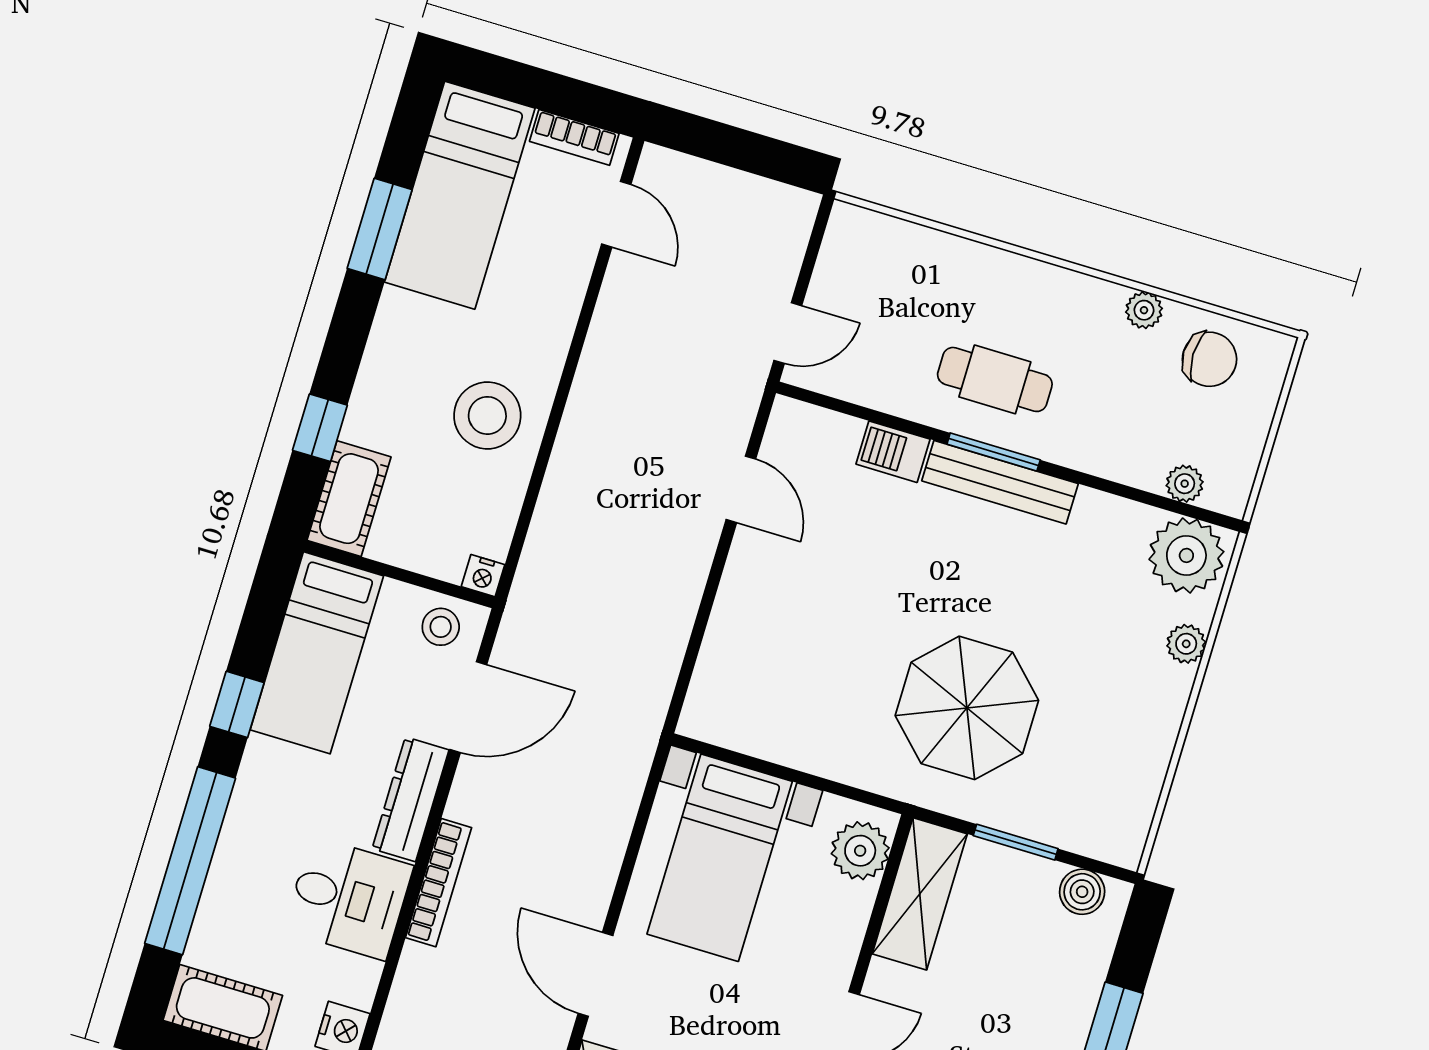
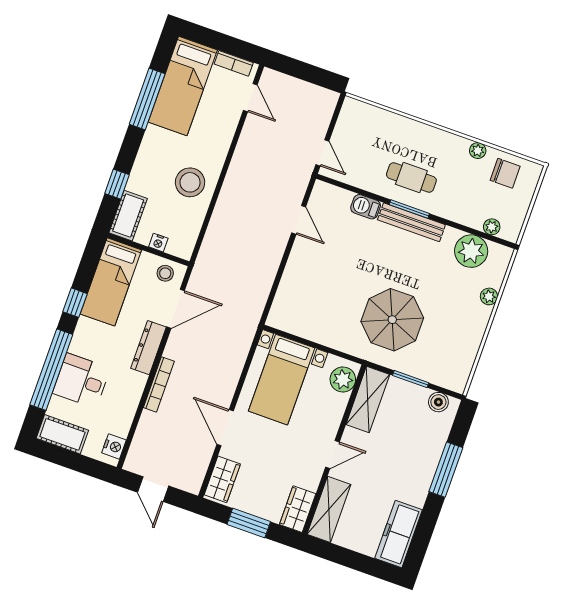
window: (380, 229) -> (147, 99), width x1.44
door: (788, 333) -> (322, 153), hinge flipped
plant: (1186, 555) -> (471, 251), moved
nightstand: (483, 576) -> (158, 243), moved
desk: (348, 898) -> (81, 381), moved, turned 180

